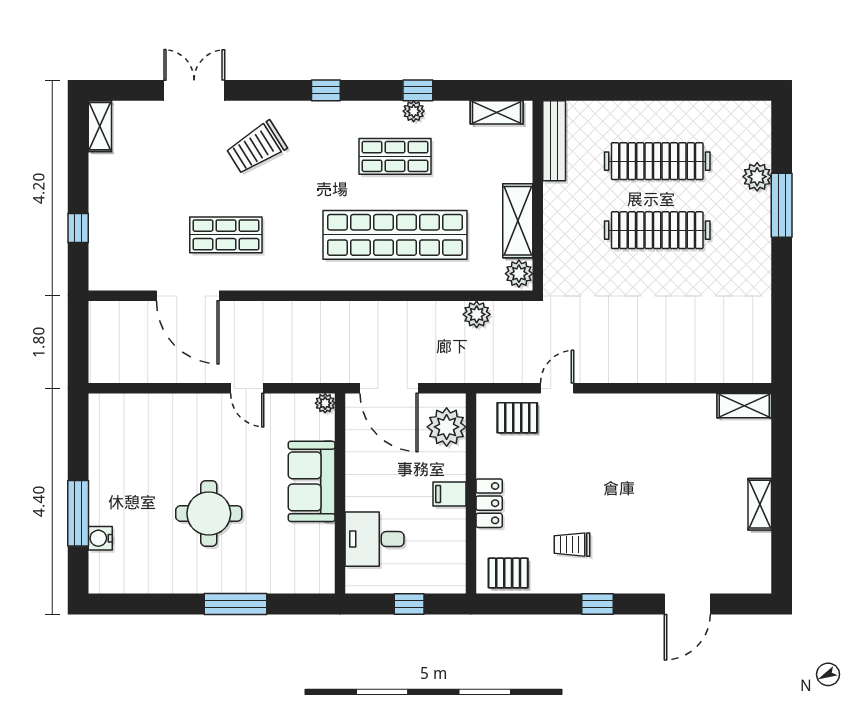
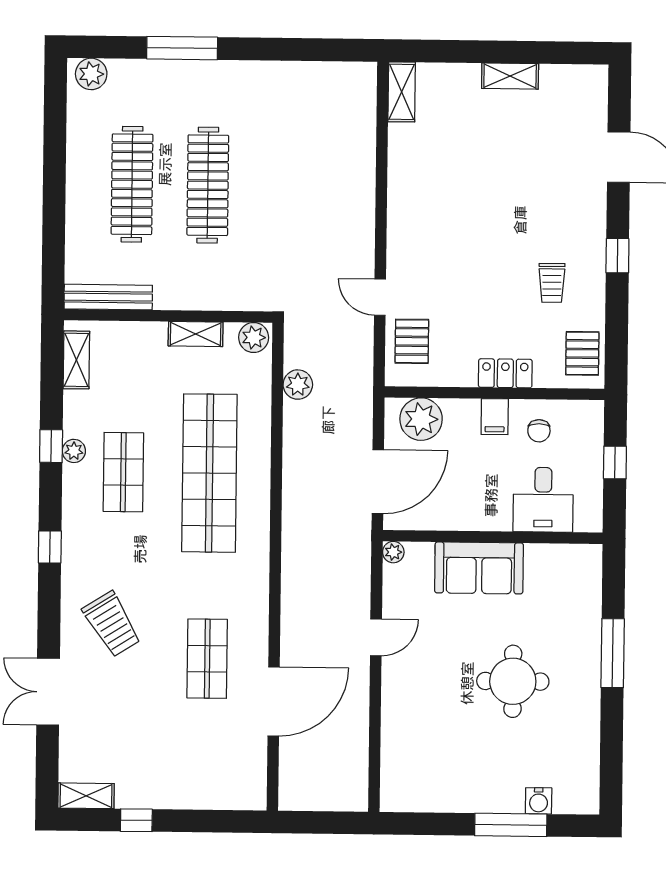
plant: (757, 177) -> (91, 74), moved
shelving: (518, 221) -> (196, 334), width x0.67, depth x0.75
window: (78, 228) -> (136, 820), moved
chair: (437, 534) -> (539, 431), added

